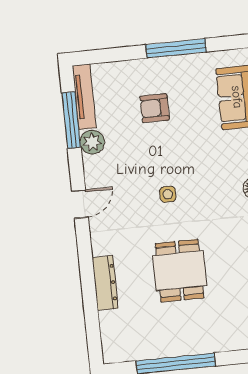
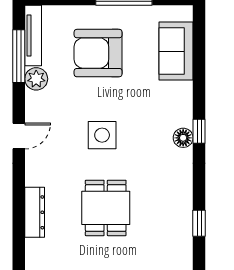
armchair: (155, 108) -> (98, 53), width x1.88, depth x1.88
side table: (168, 194) -> (102, 135), width x1.87, depth x1.87

